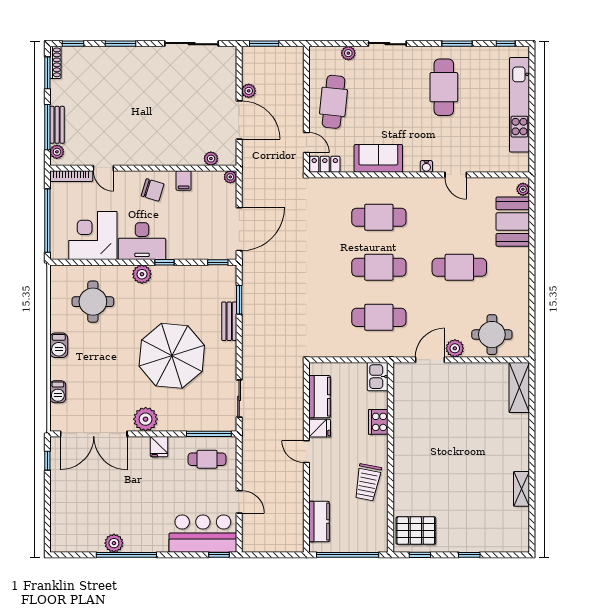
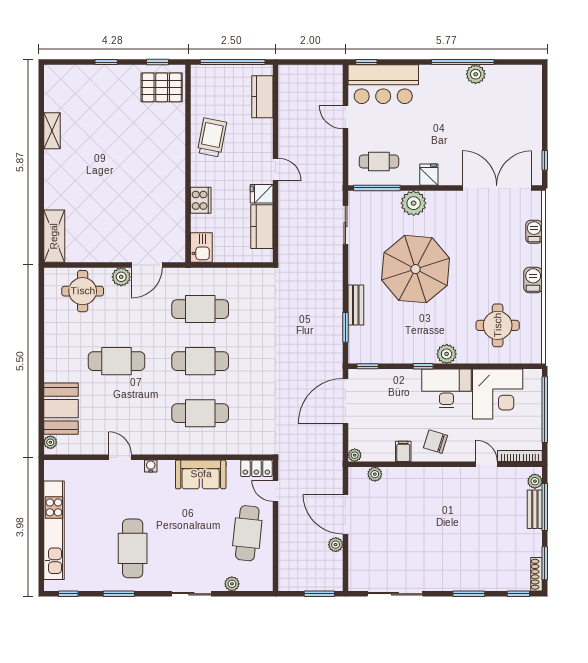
plant: (146, 419) -> (414, 203), moved

